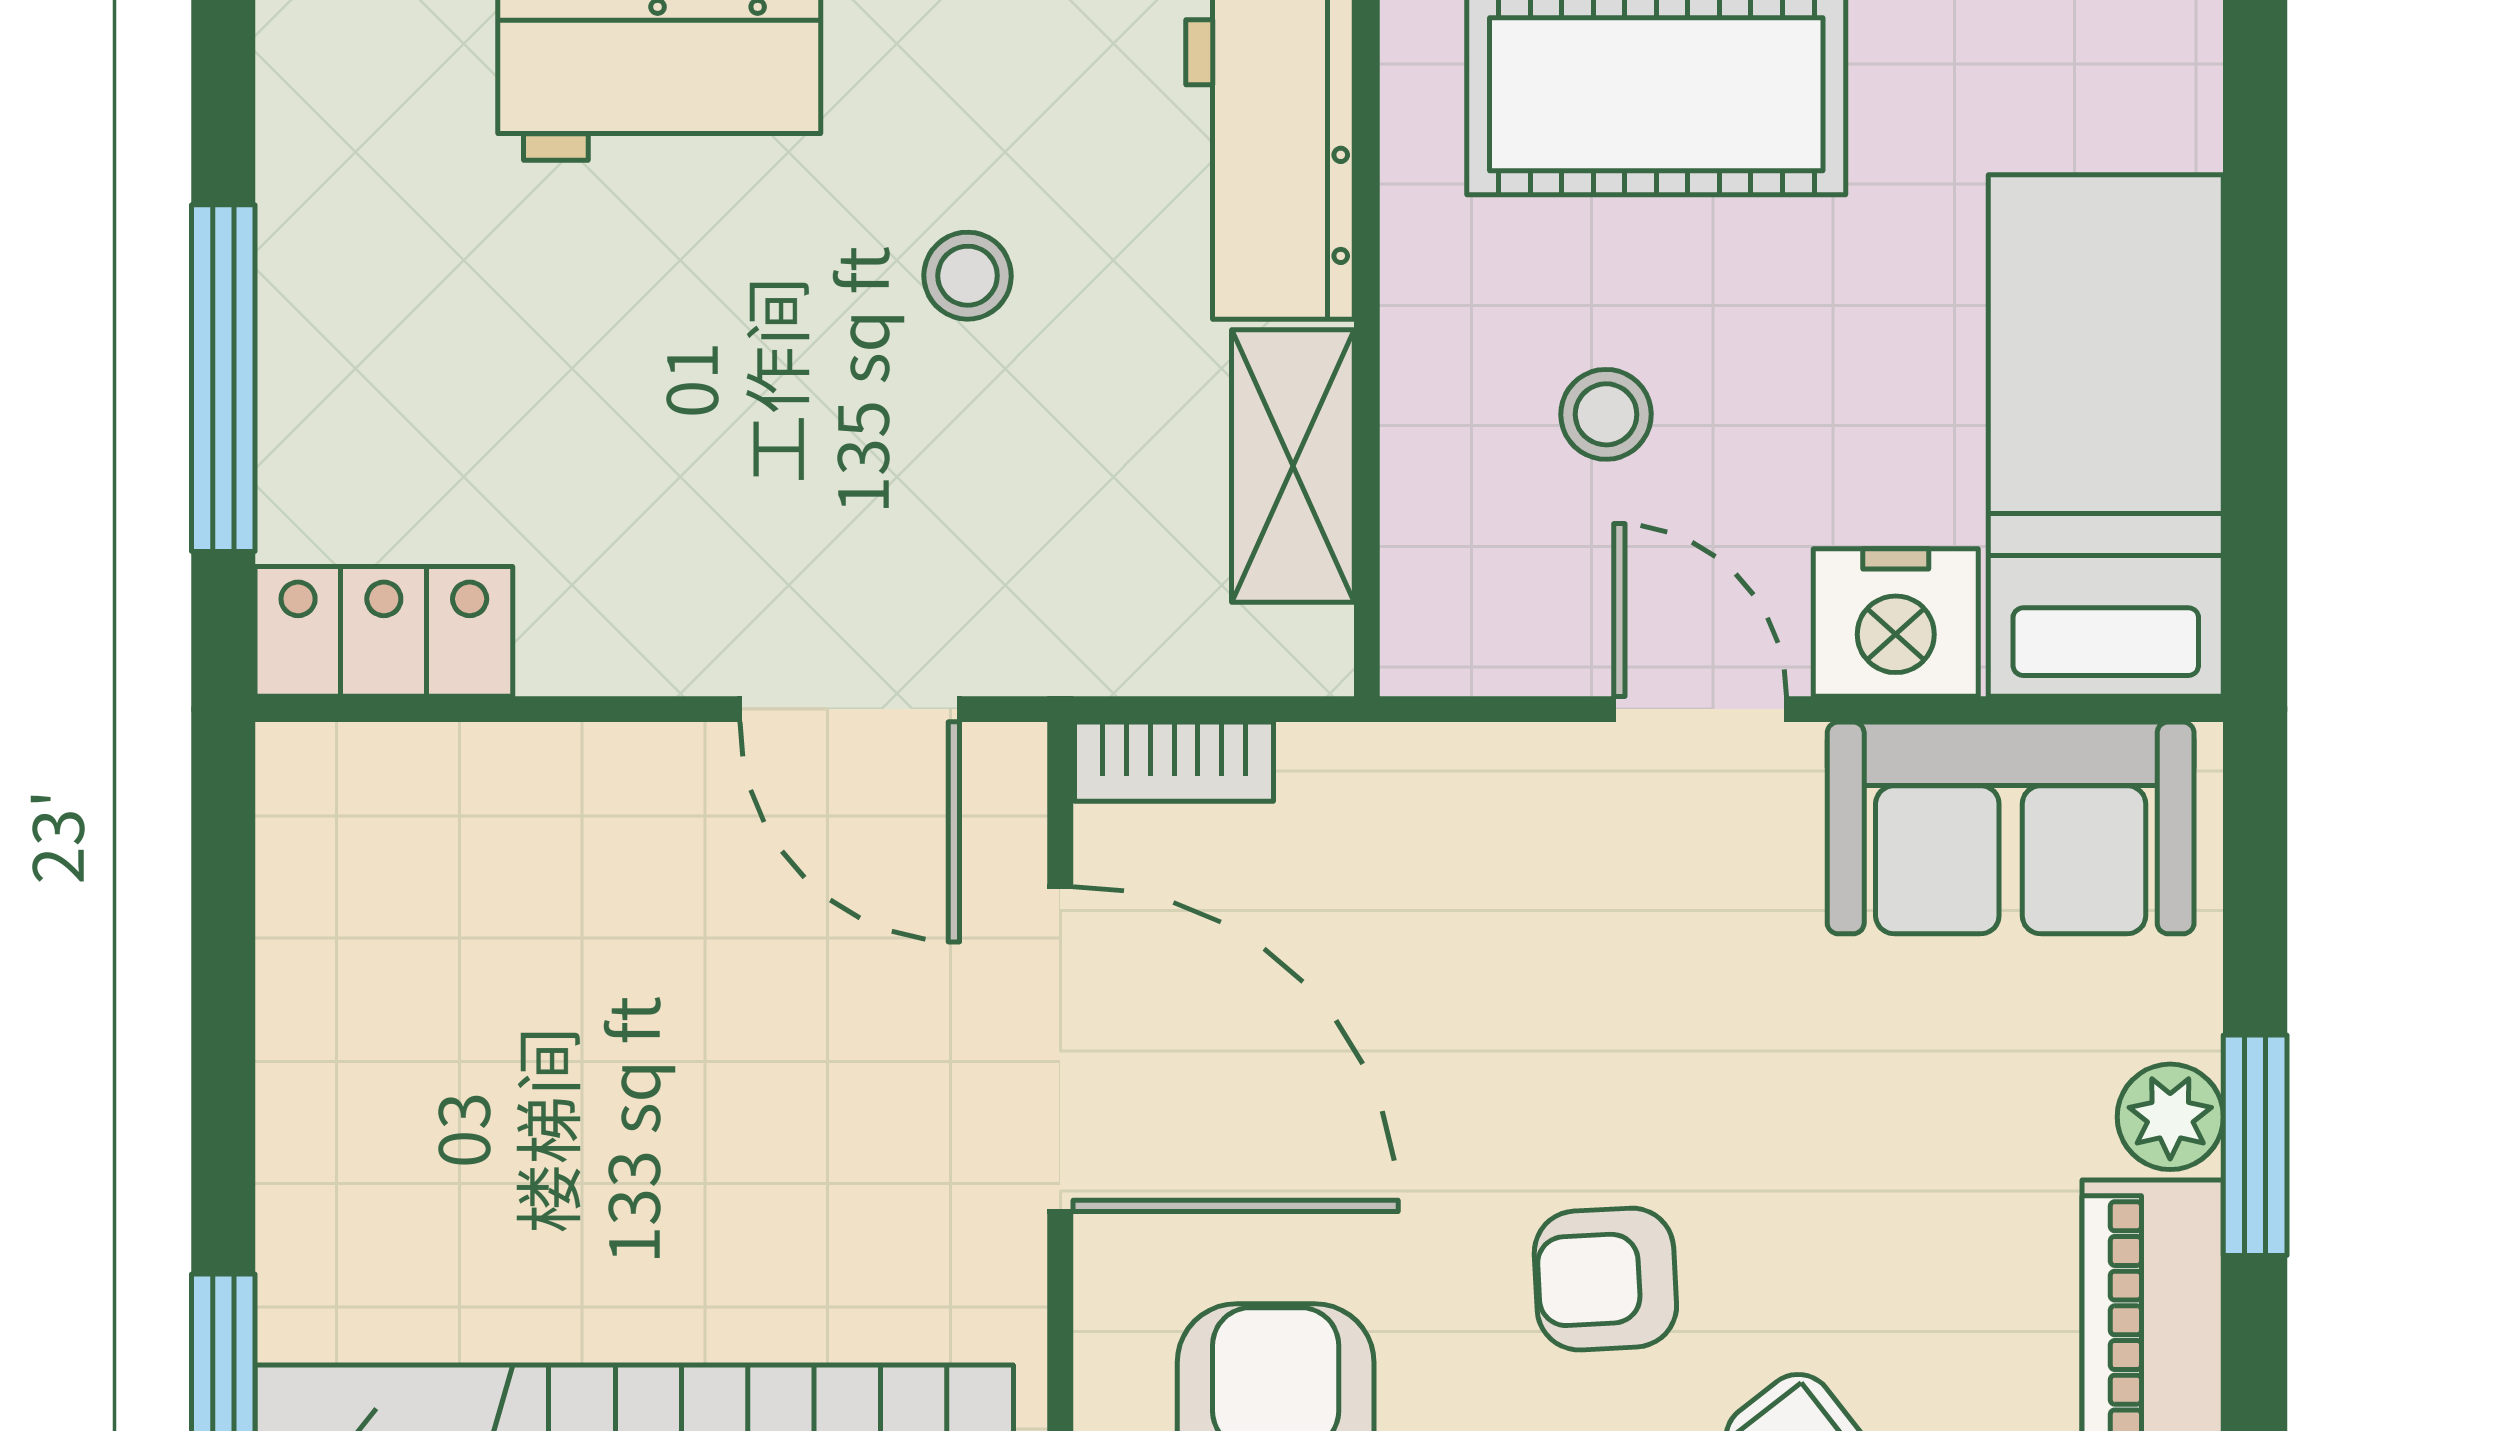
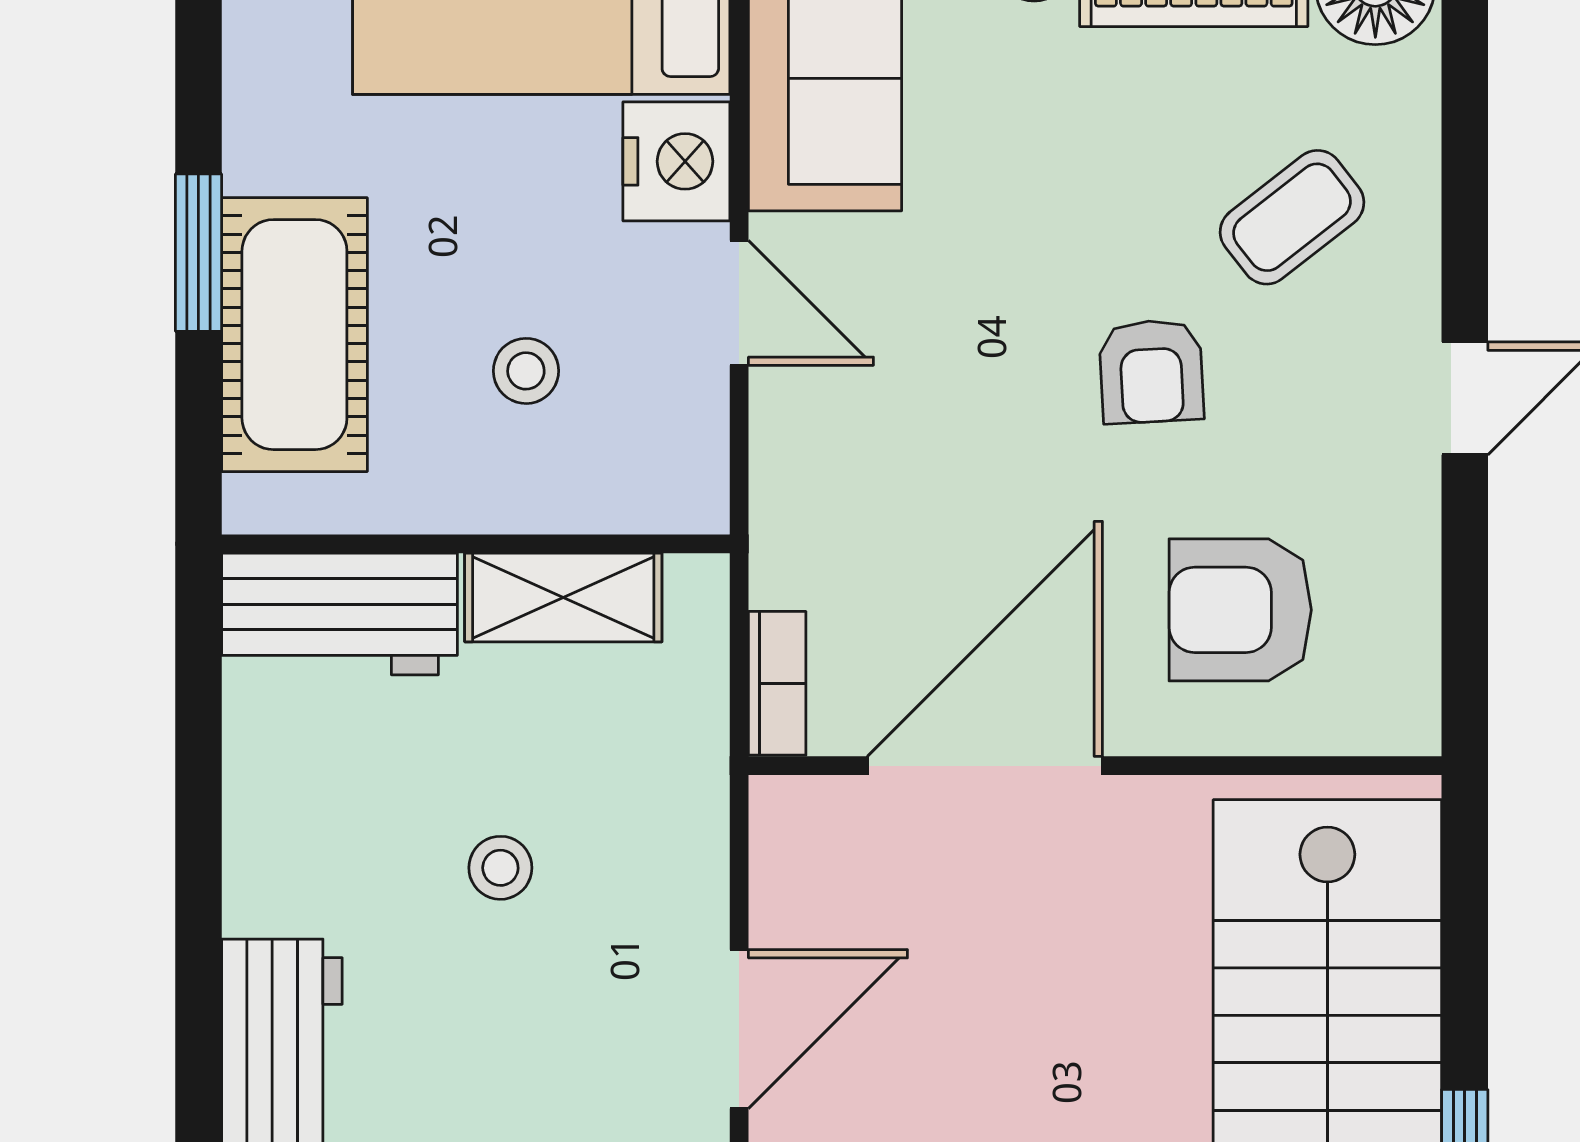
stool: (968, 276) -> (500, 868), moved
door: (850, 709) -> (739, 1029), moved
door: (1700, 709) -> (739, 303), swing flipped

